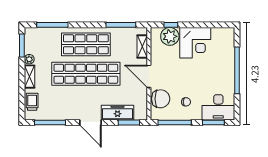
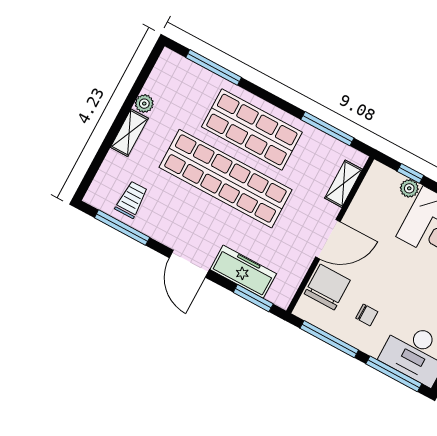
plant: (170, 36) -> (409, 188), width x0.53, depth x0.53
window: (22, 46) -> (144, 74), removed
door: (149, 76) -> (328, 239), swing flipped
chair: (161, 99) -> (327, 287), turned -90
trolley: (32, 102) -> (131, 200), moved
window: (213, 123) -> (394, 374), width x1.44

